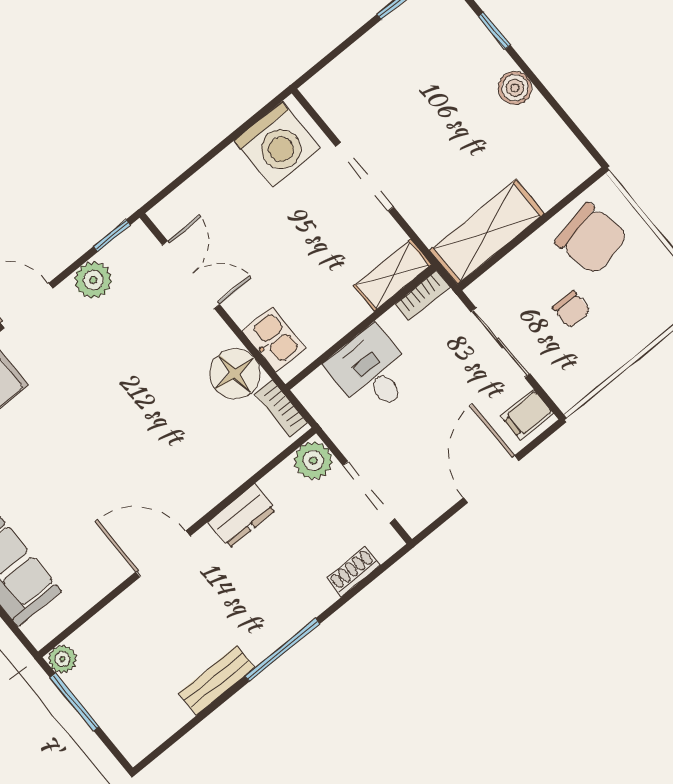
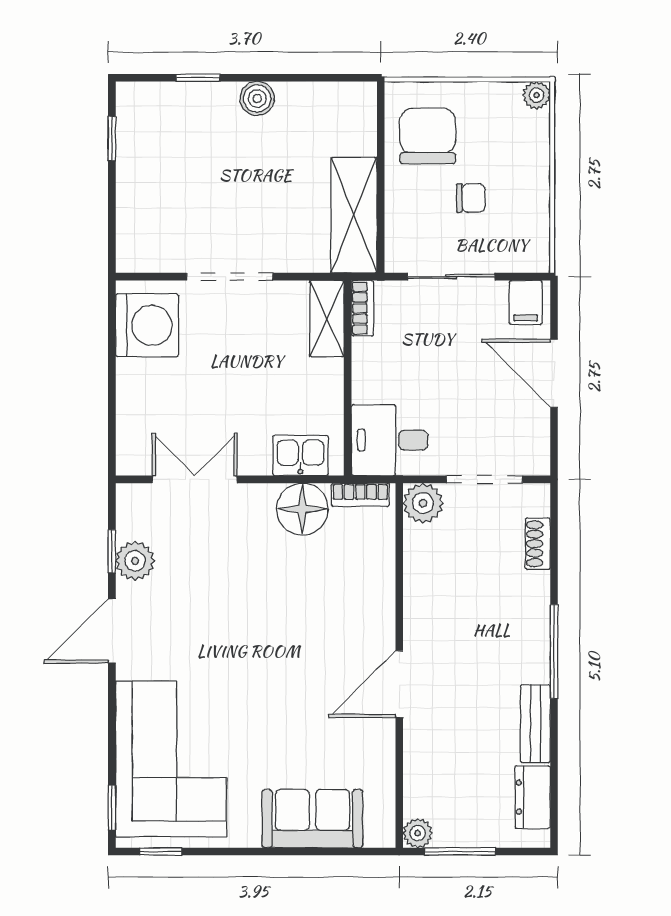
window: (112, 236) -> (112, 551), moved
chair: (591, 239) -> (428, 136), turned -78
desk: (371, 371) -> (390, 440), moved
dresser: (242, 516) -> (533, 797), moved, turned 180

